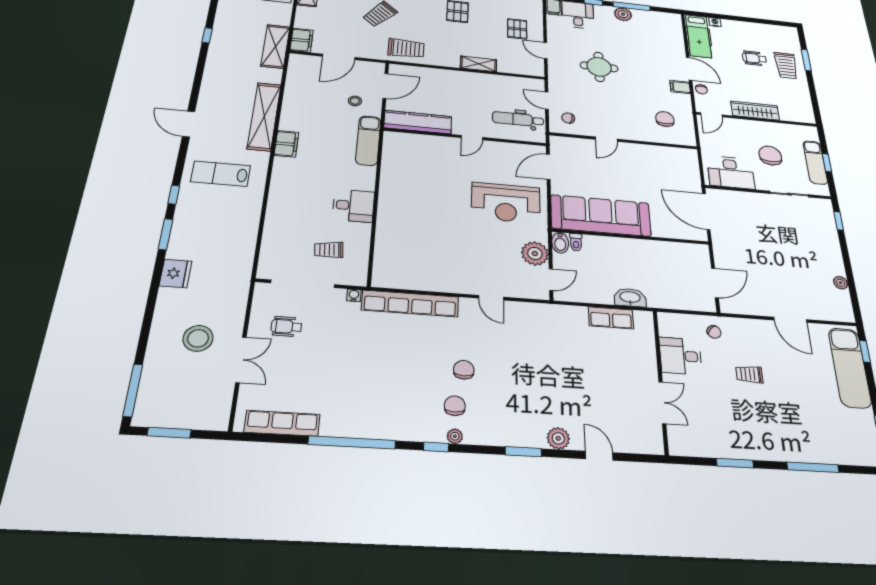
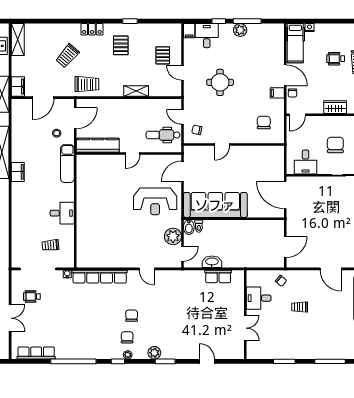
wardrobe: (755, 111) -> (335, 107), width x0.67
desk: (731, 172) -> (306, 162), width x0.73
washbasin: (630, 298) -> (212, 262), moved
plant: (558, 438) -> (154, 353), moved

